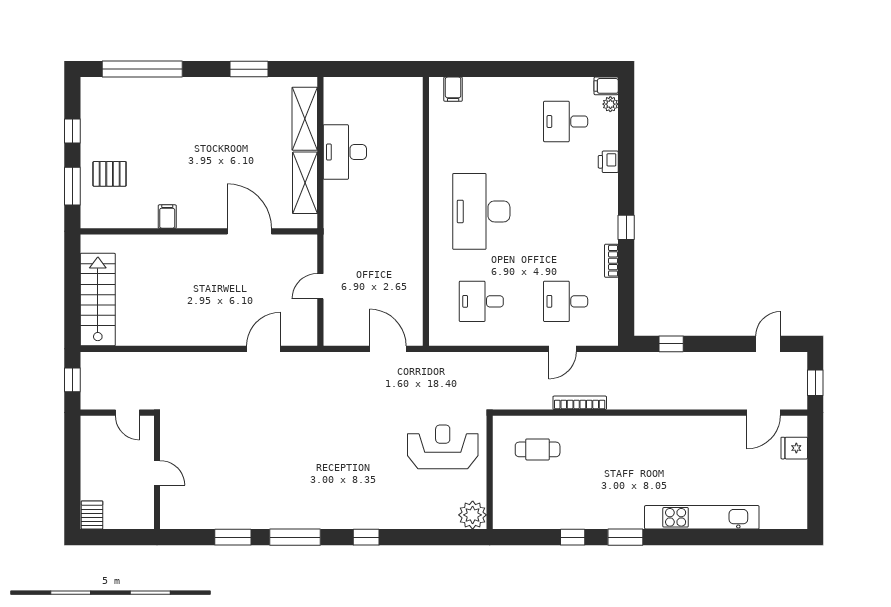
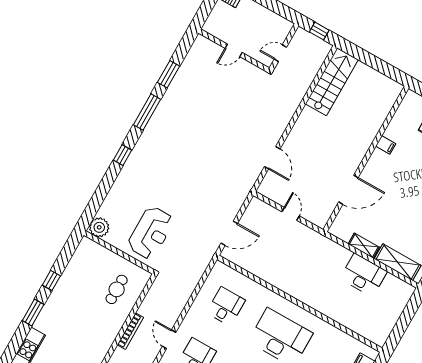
shelving: (305, 183) -> (364, 246), width x0.67, depth x0.75
stairs: (98, 300) -> (332, 82), moved, turned -90

